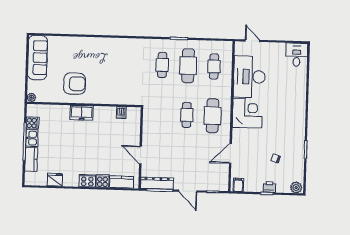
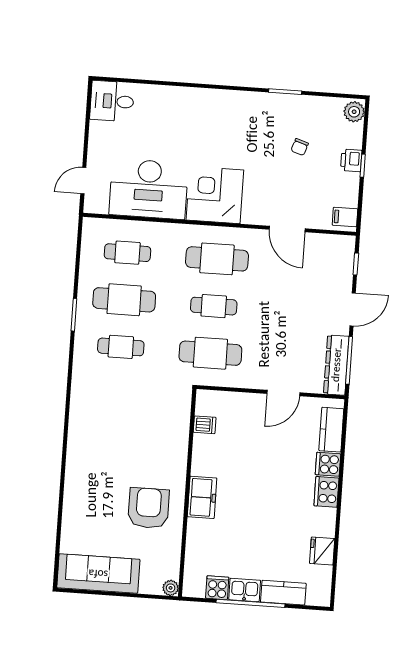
cafe table: (161, 114) -> (210, 353), added

